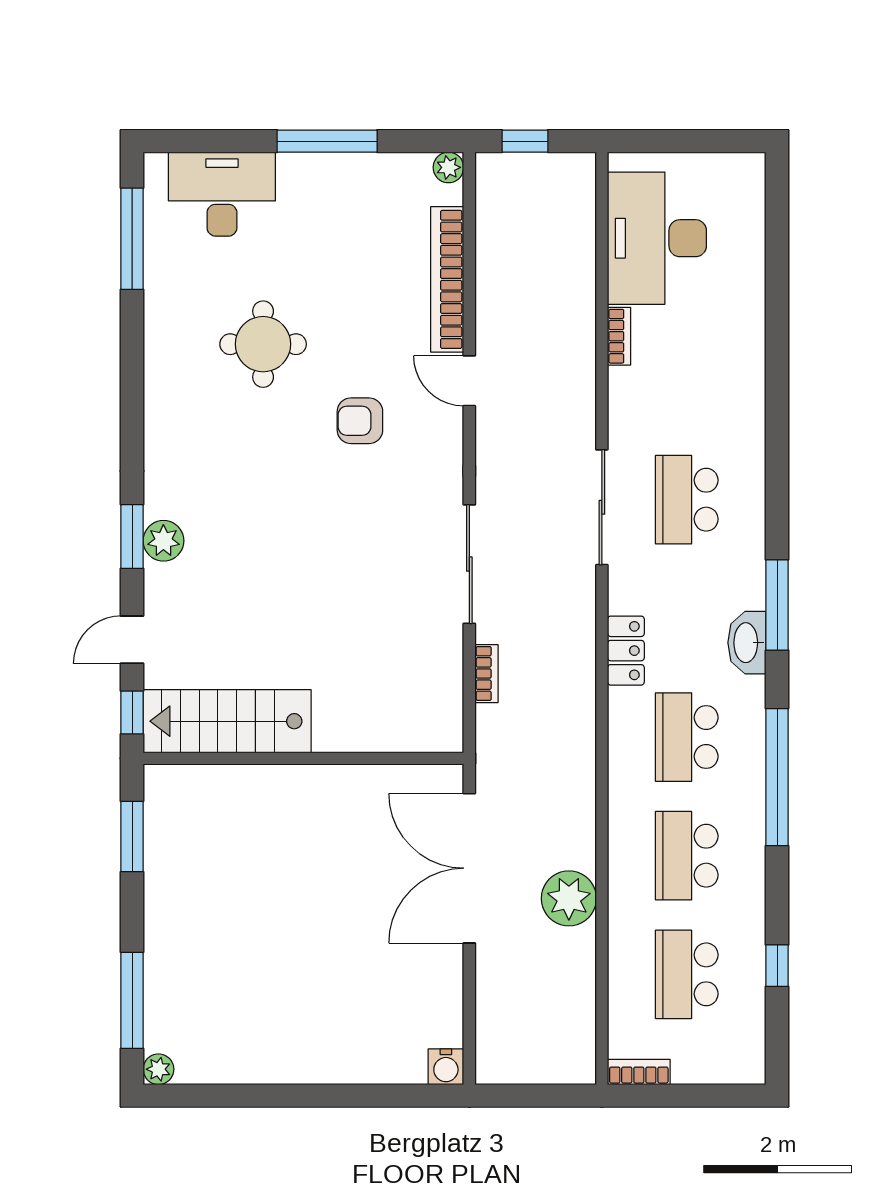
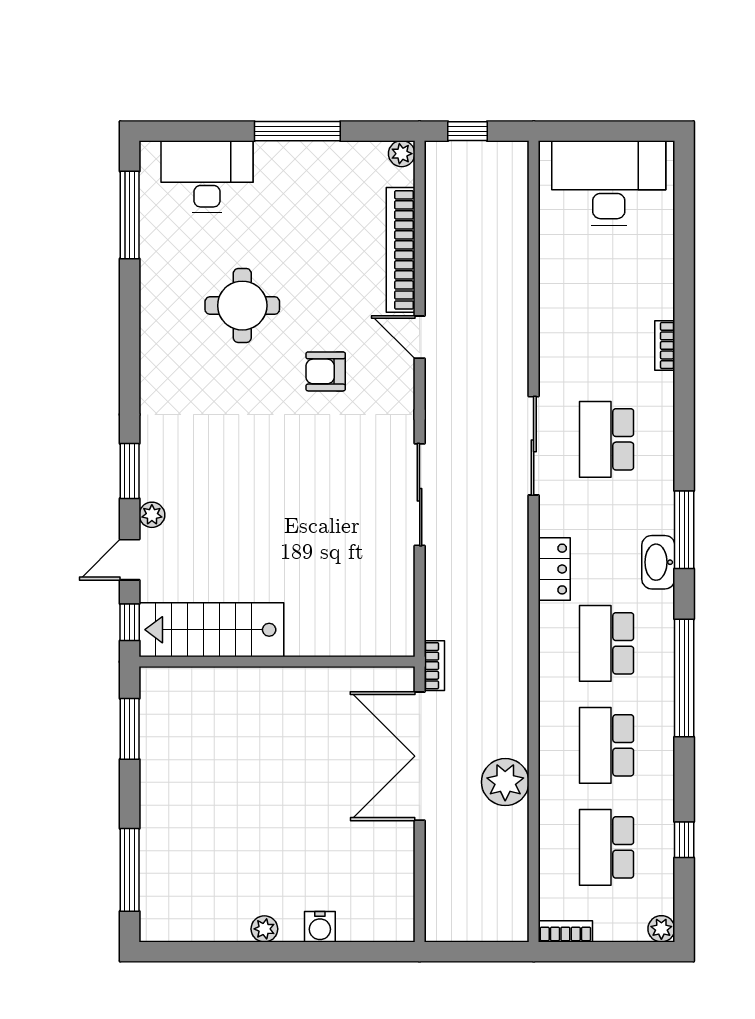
desk: (657, 238) -> (609, 183), moved, turned 90
bookcase: (619, 336) -> (665, 345), moved, turned 180
plant: (163, 541) -> (152, 515), moved, width x0.73, depth x0.73
bookcase: (486, 674) -> (434, 666), moved
water cooler: (446, 1067) -> (320, 927), moved
plant: (158, 1069) -> (264, 929), moved
plant: (750, 1069) -> (661, 929), added

